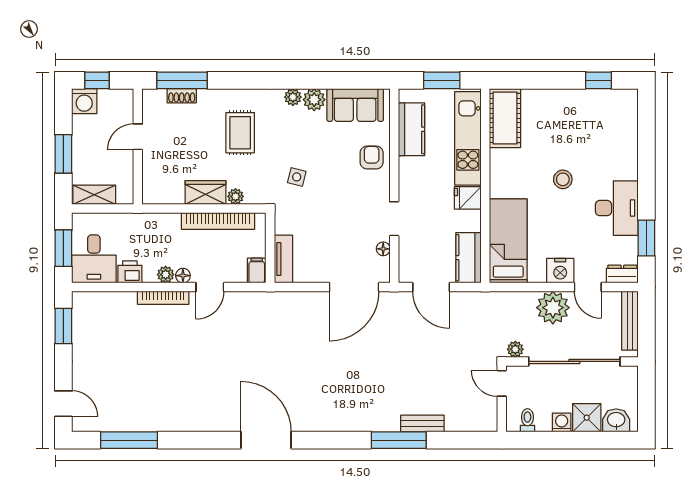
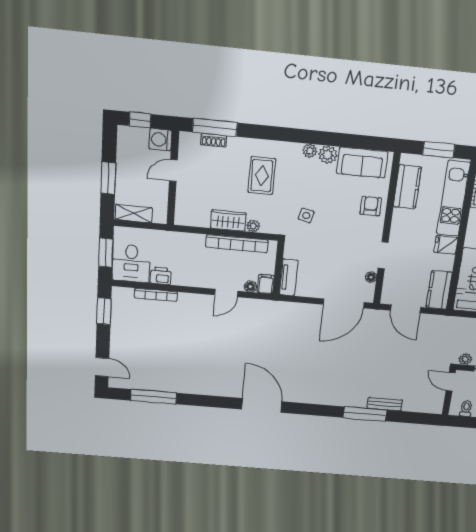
washing machine: (84, 101) -> (160, 140), moved, turned 90
plant: (166, 275) -> (190, 280), removed
floor lamp: (183, 276) -> (250, 287), moved
bookcase: (163, 298) -> (156, 295), moved

